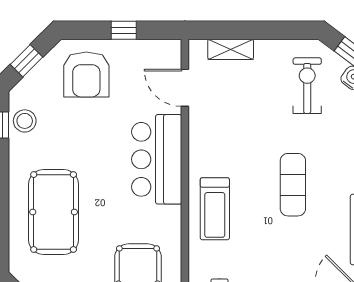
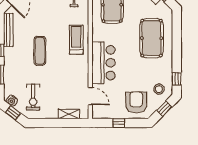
stool: (25, 121) -> (159, 89), moved

